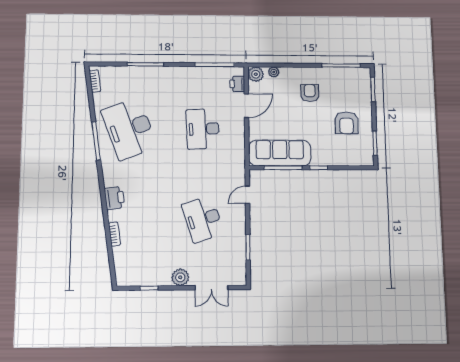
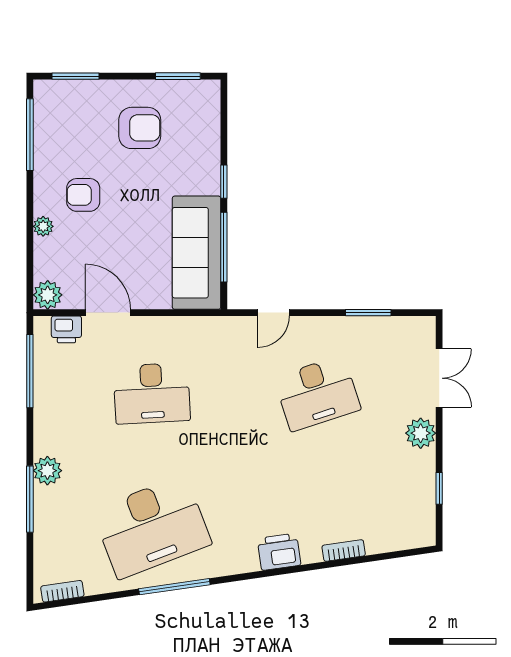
plant: (274, 72) -> (43, 226), moved
plant: (161, 74) -> (47, 471), added
door: (247, 195) -> (273, 313), hinge flipped

